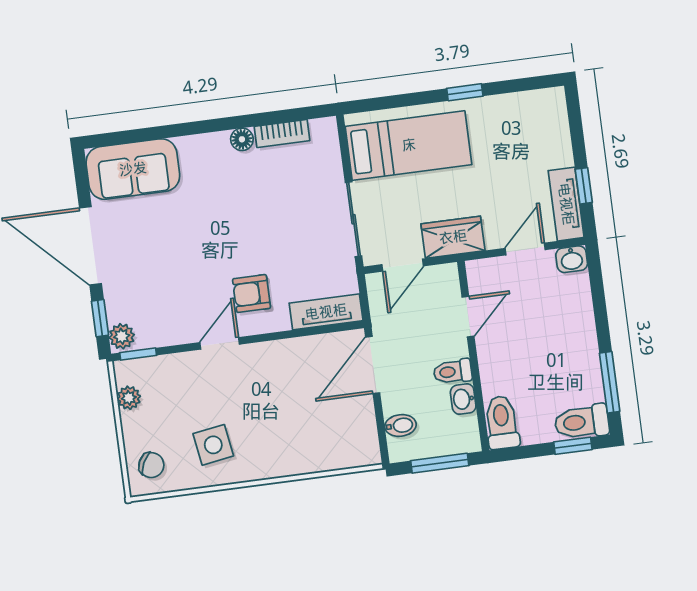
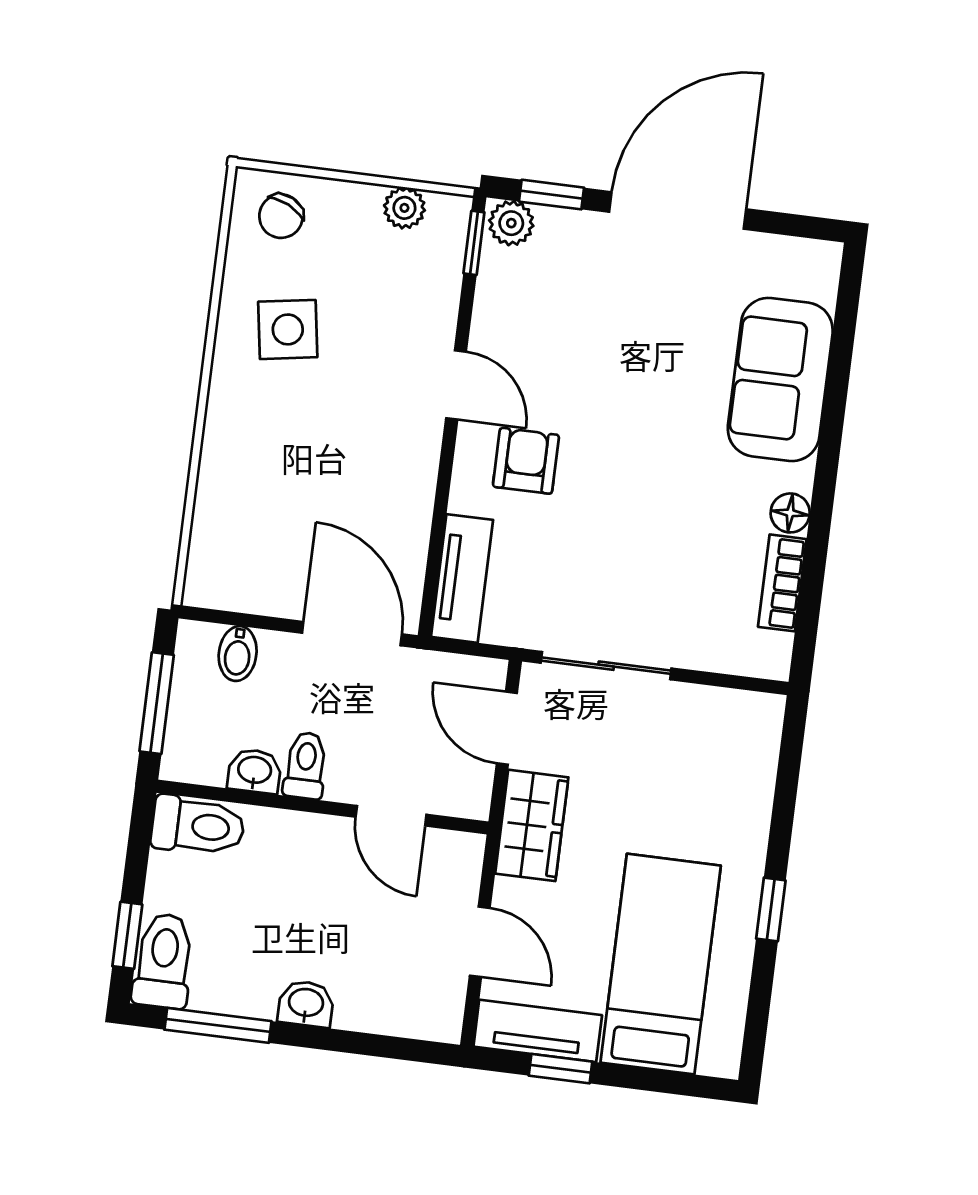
bed: (409, 145) -> (661, 964), moved, turned 180
sofa: (133, 169) -> (780, 379), moved
washbasin: (572, 259) -> (306, 1004), moved, turned 90

